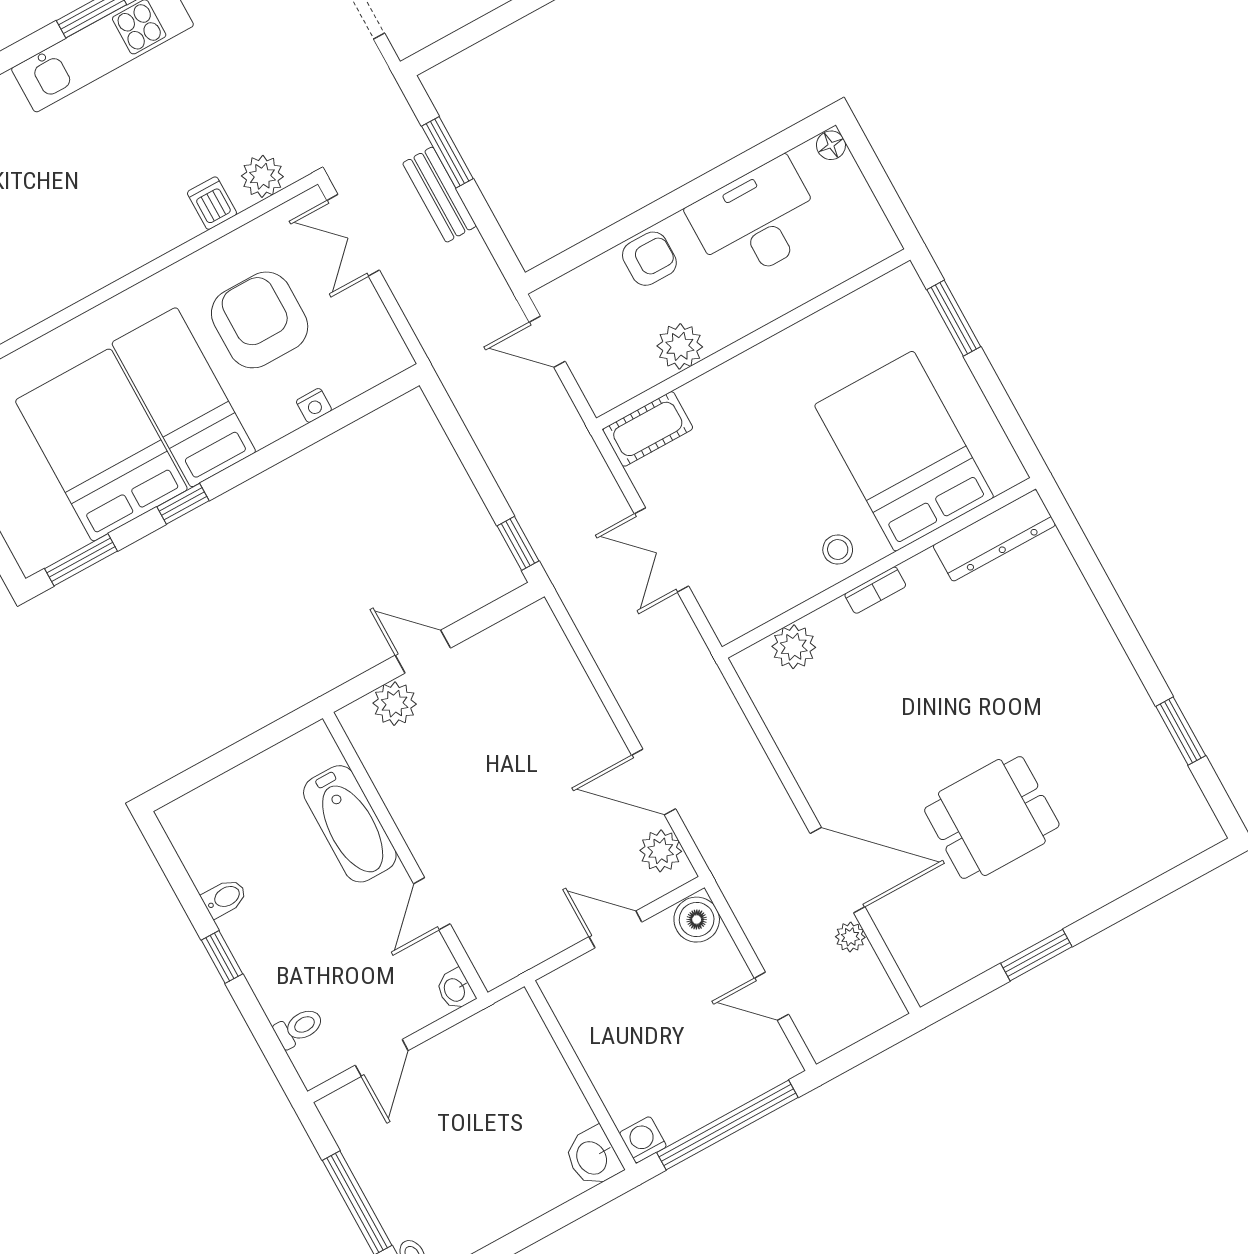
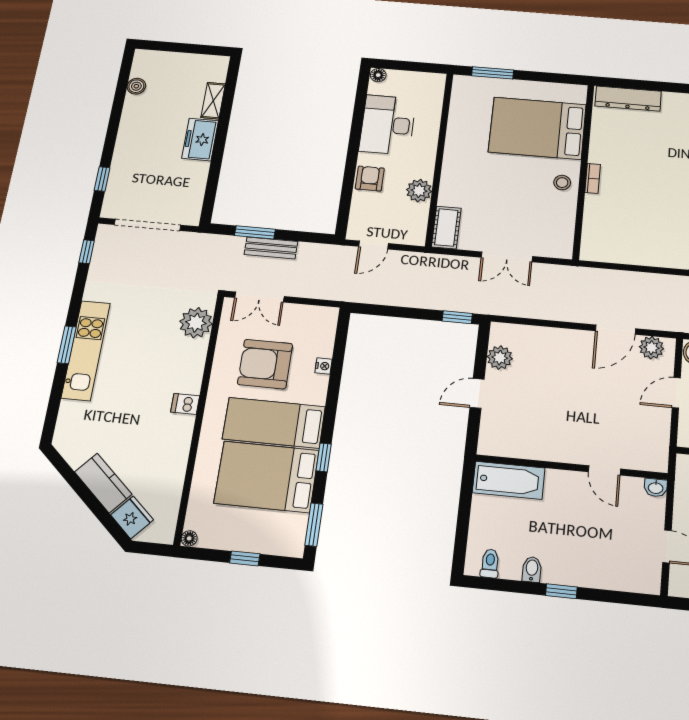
plant: (262, 176) -> (196, 323), width x1.36, depth x1.36
dishwasher: (212, 203) -> (185, 404), moved
dresser: (994, 535) -> (628, 99), moved, turned 90
plant: (794, 647) -> (594, 229), removed
plant: (395, 704) -> (500, 358), moved
bathtub: (350, 824) -> (509, 480), moved
toilet: (299, 1028) -> (490, 563), moved

